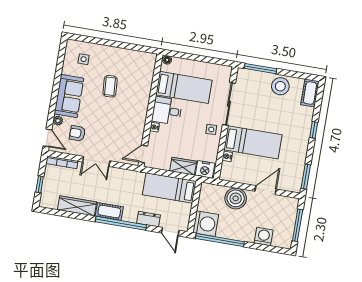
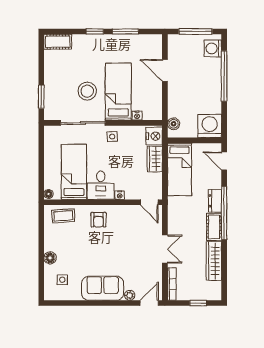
floor lamp: (106, 51) -> (50, 258), added
window: (260, 69) -> (41, 97), width x0.69
coffee table: (110, 86) -> (63, 216), moved
stool: (280, 86) -> (87, 91), moved
armchair: (77, 133) -> (98, 220), moved
window: (306, 177) -> (125, 31), moved
boiler: (236, 198) -> (174, 124), moved, width x0.54, depth x0.54
dresser: (149, 219) -> (215, 201), moved
door: (170, 232) -> (224, 161), swing flipped
washing machine: (264, 236) -> (213, 48), moved
window: (220, 240) -> (224, 76), moved

